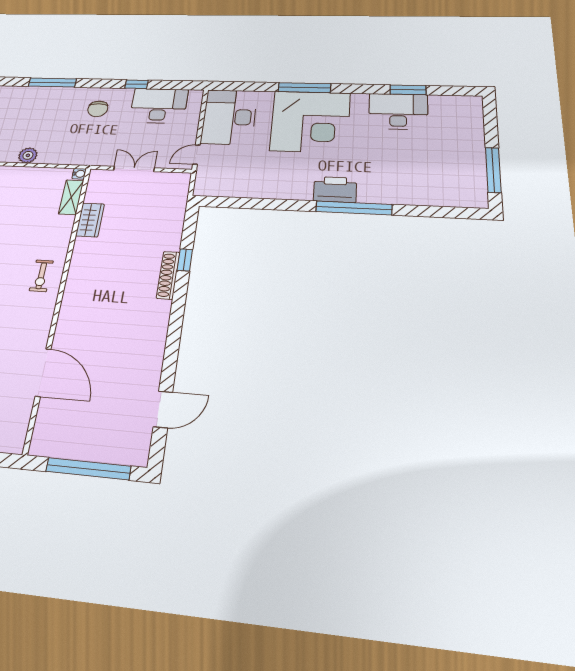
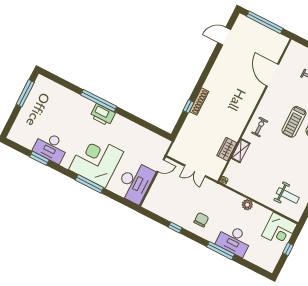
desk: (159, 106) -> (234, 240), moved
shelving: (71, 197) -> (241, 151), moved

